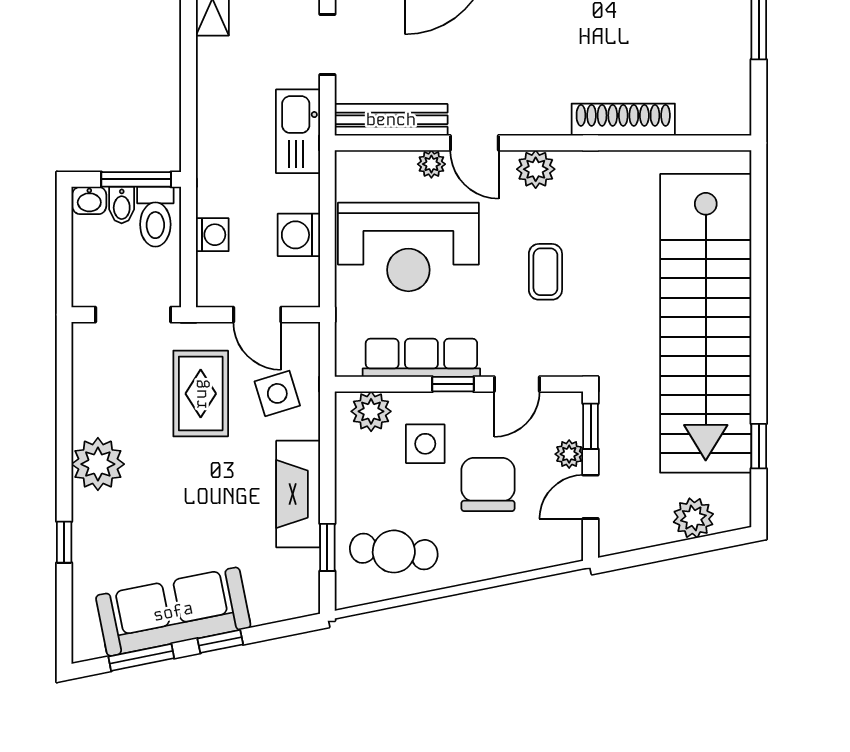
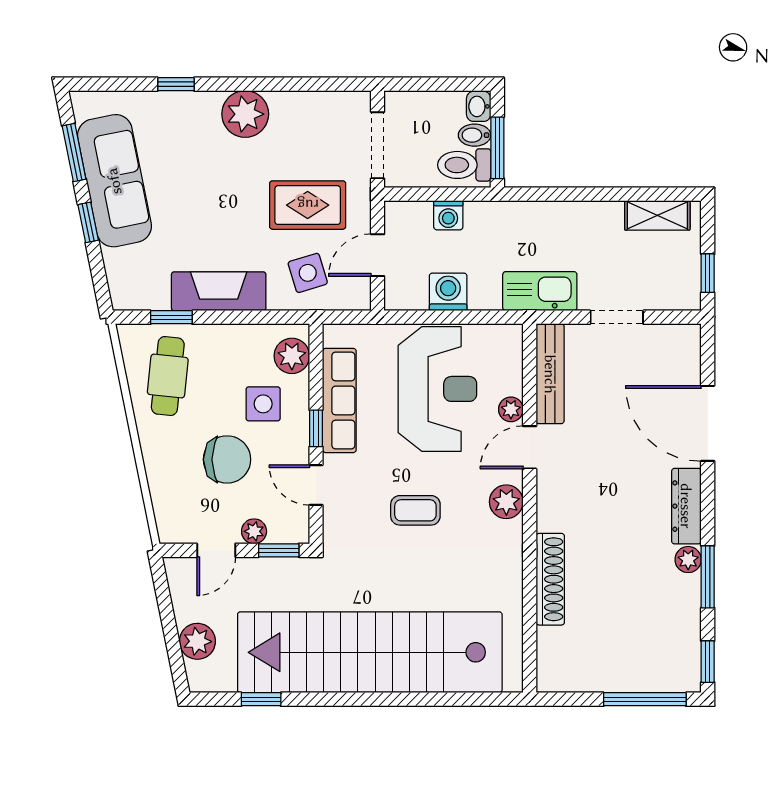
reception desk: (408, 247) -> (437, 389), turned 180
door: (591, 497) -> (216, 550), swing flipped

